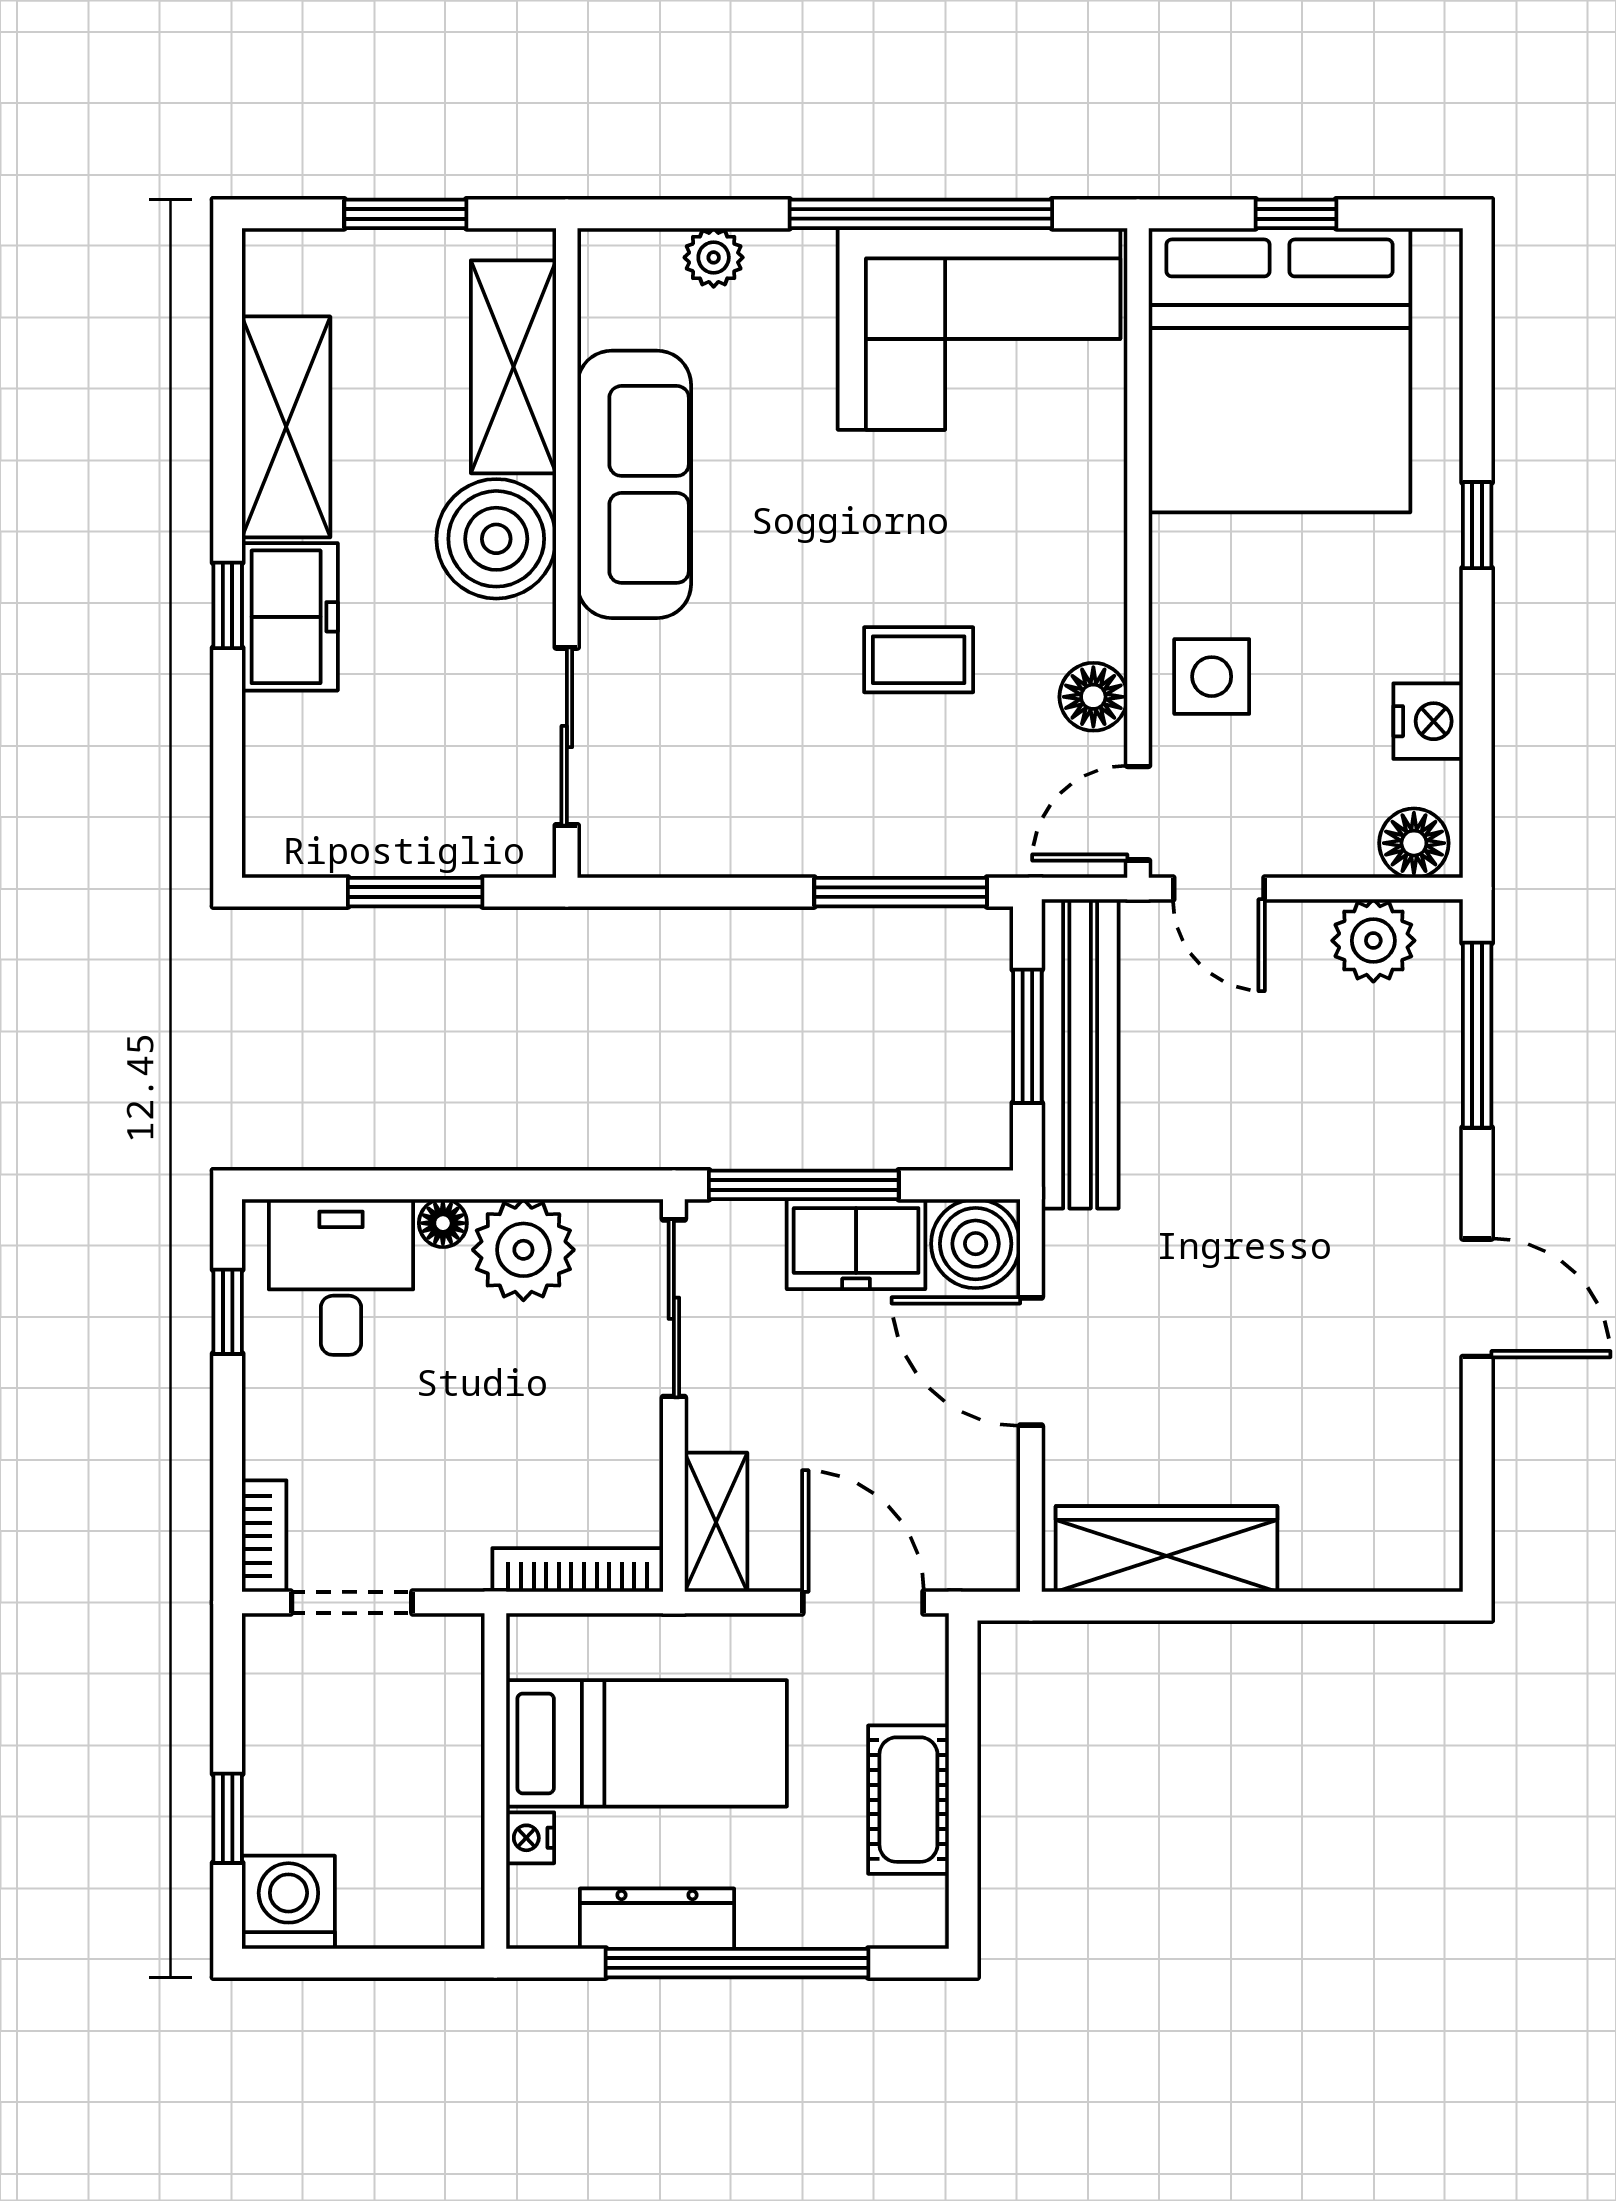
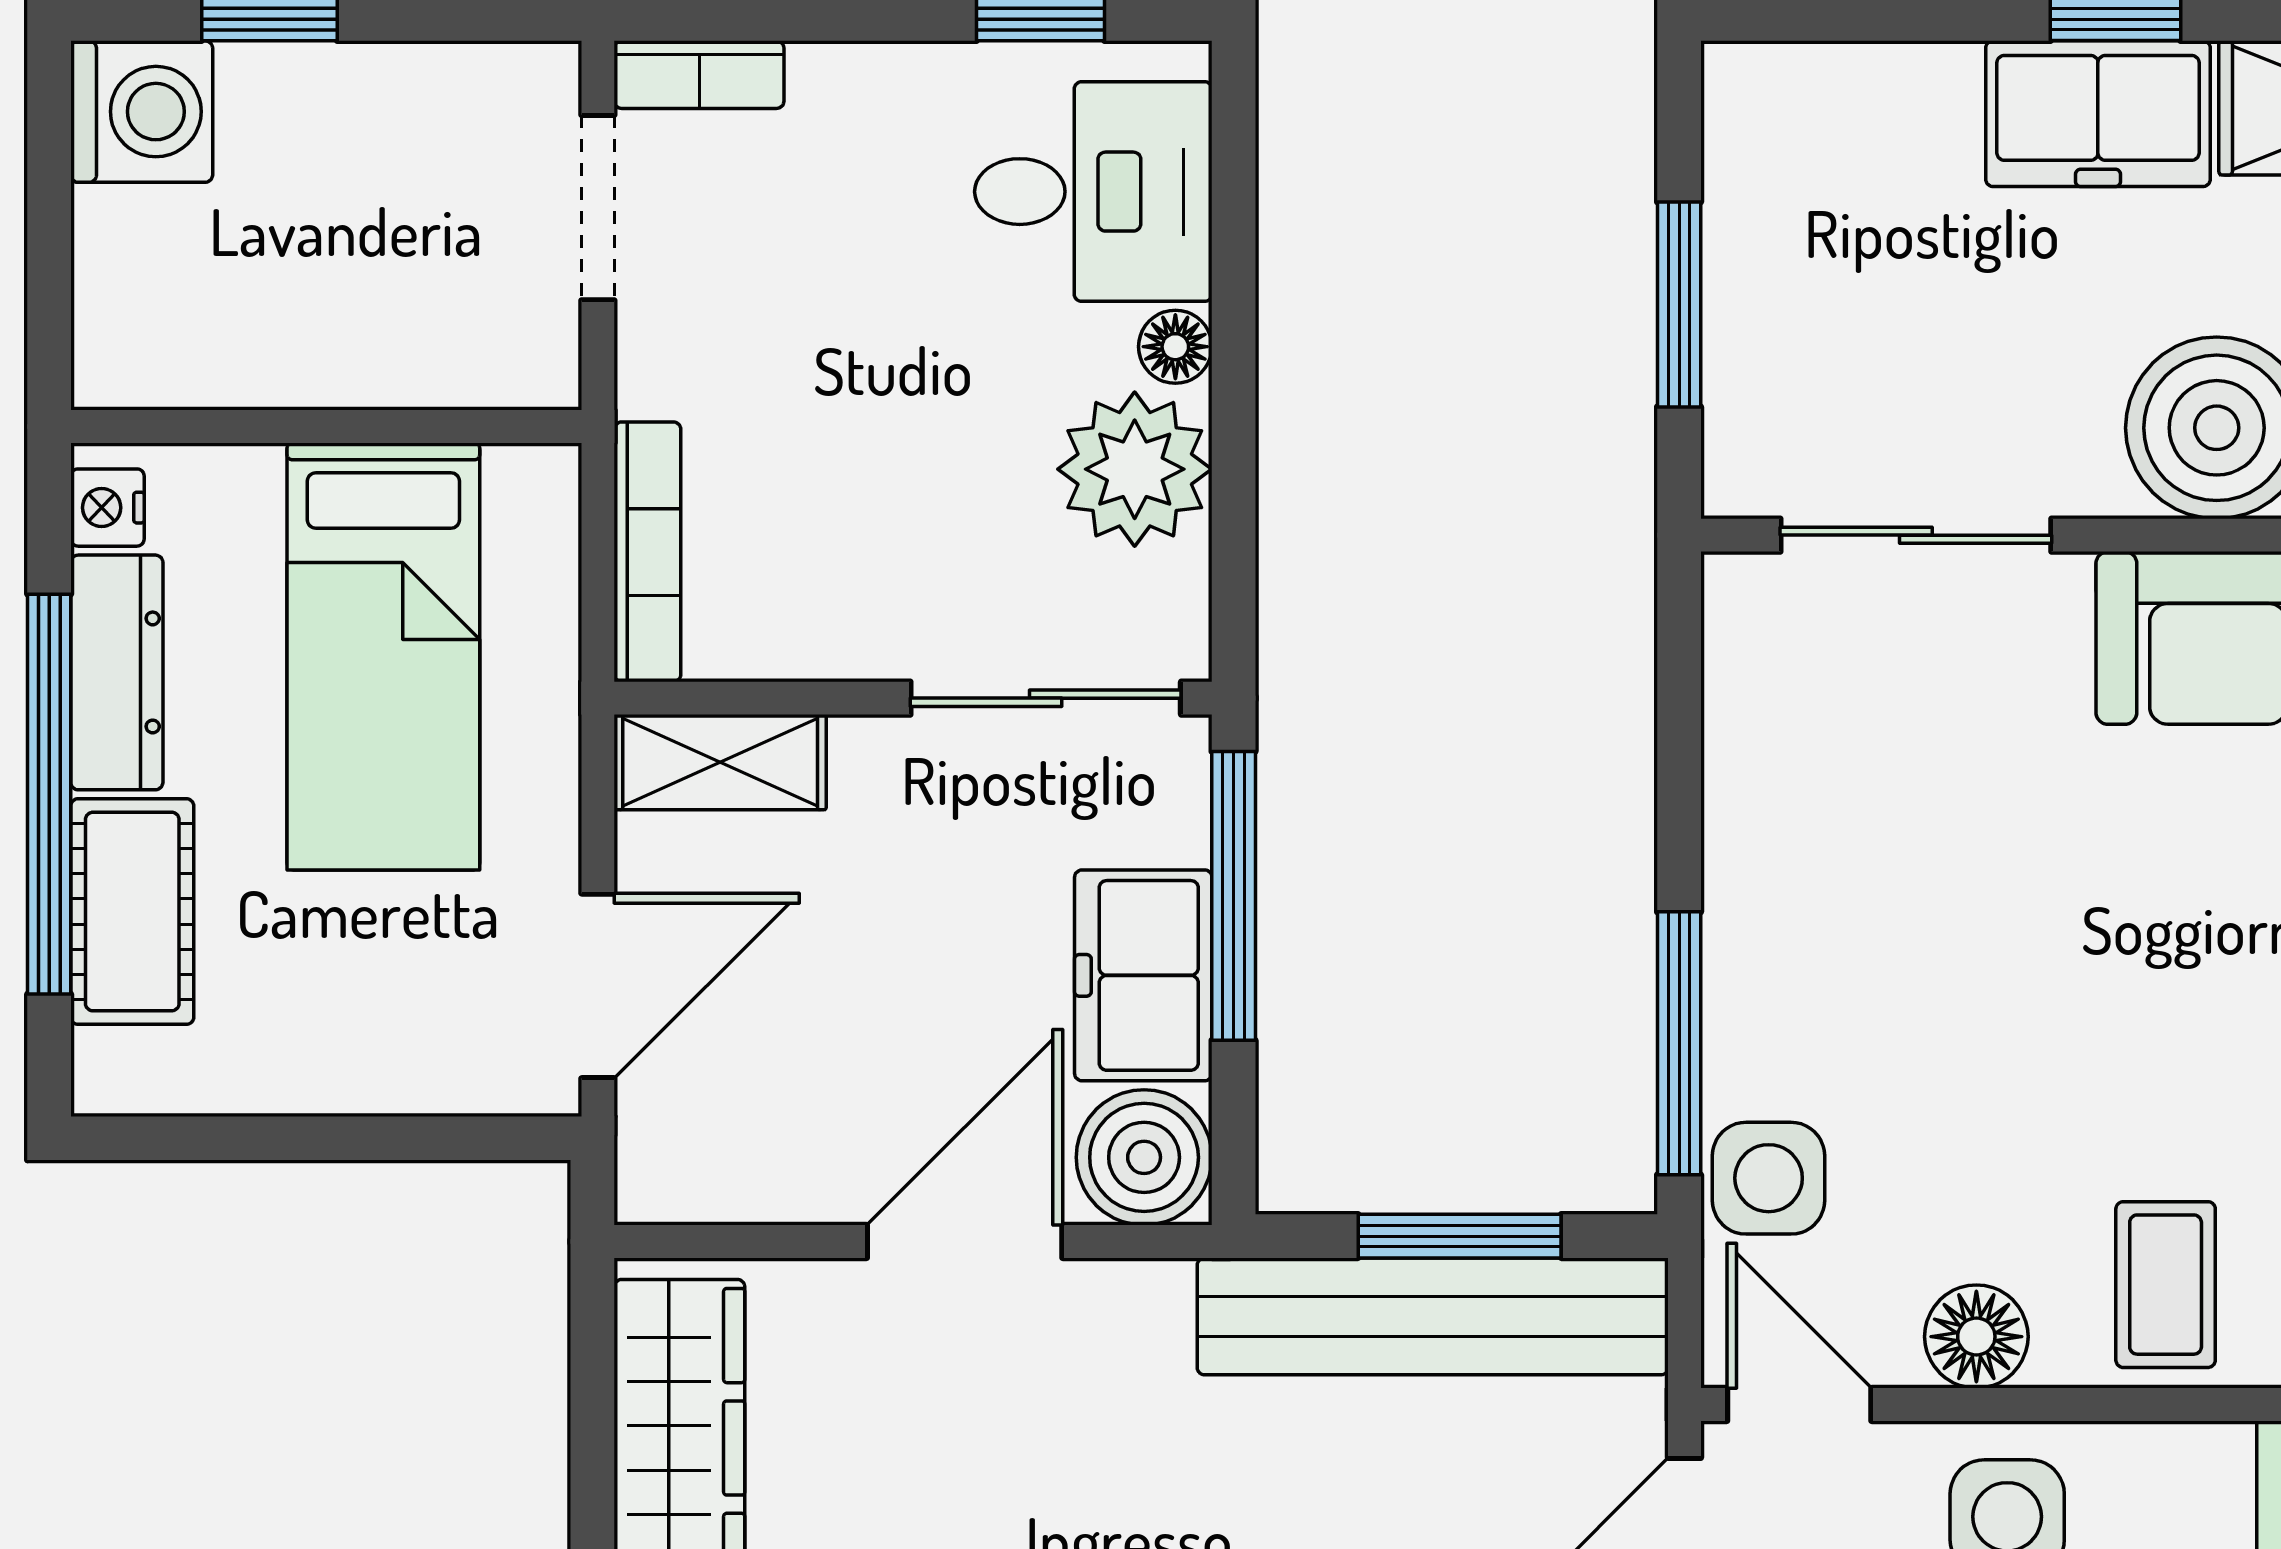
coffee table: (919, 660) -> (2166, 1285), moved
side table: (989, 833) -> (1769, 1178), added
cot: (908, 1800) -> (132, 912), moved, turned 90
nightstand: (530, 1838) -> (107, 508), moved, turned -90

